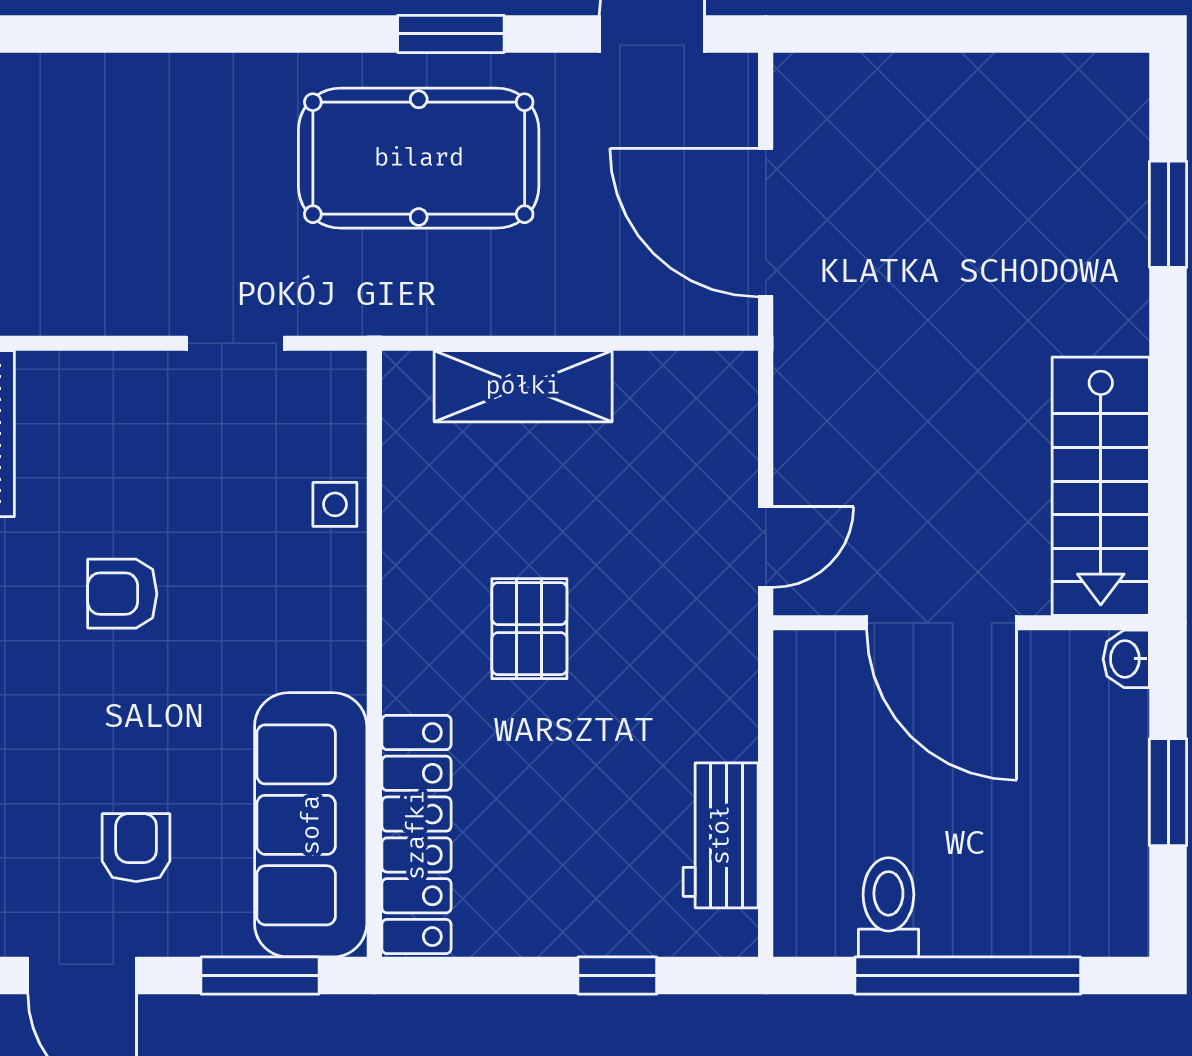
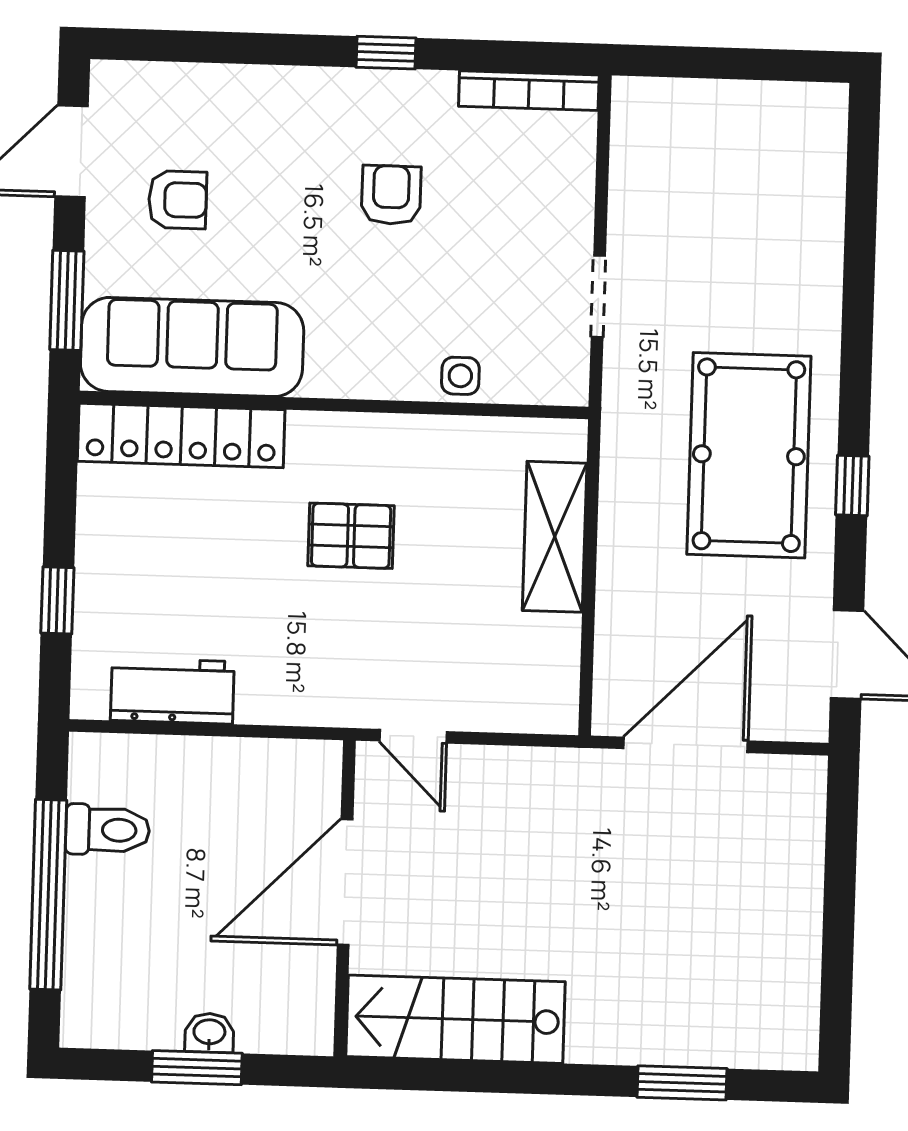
window: (451, 34) -> (852, 486), width x0.67
washbasin: (1126, 659) -> (209, 1033), moved

